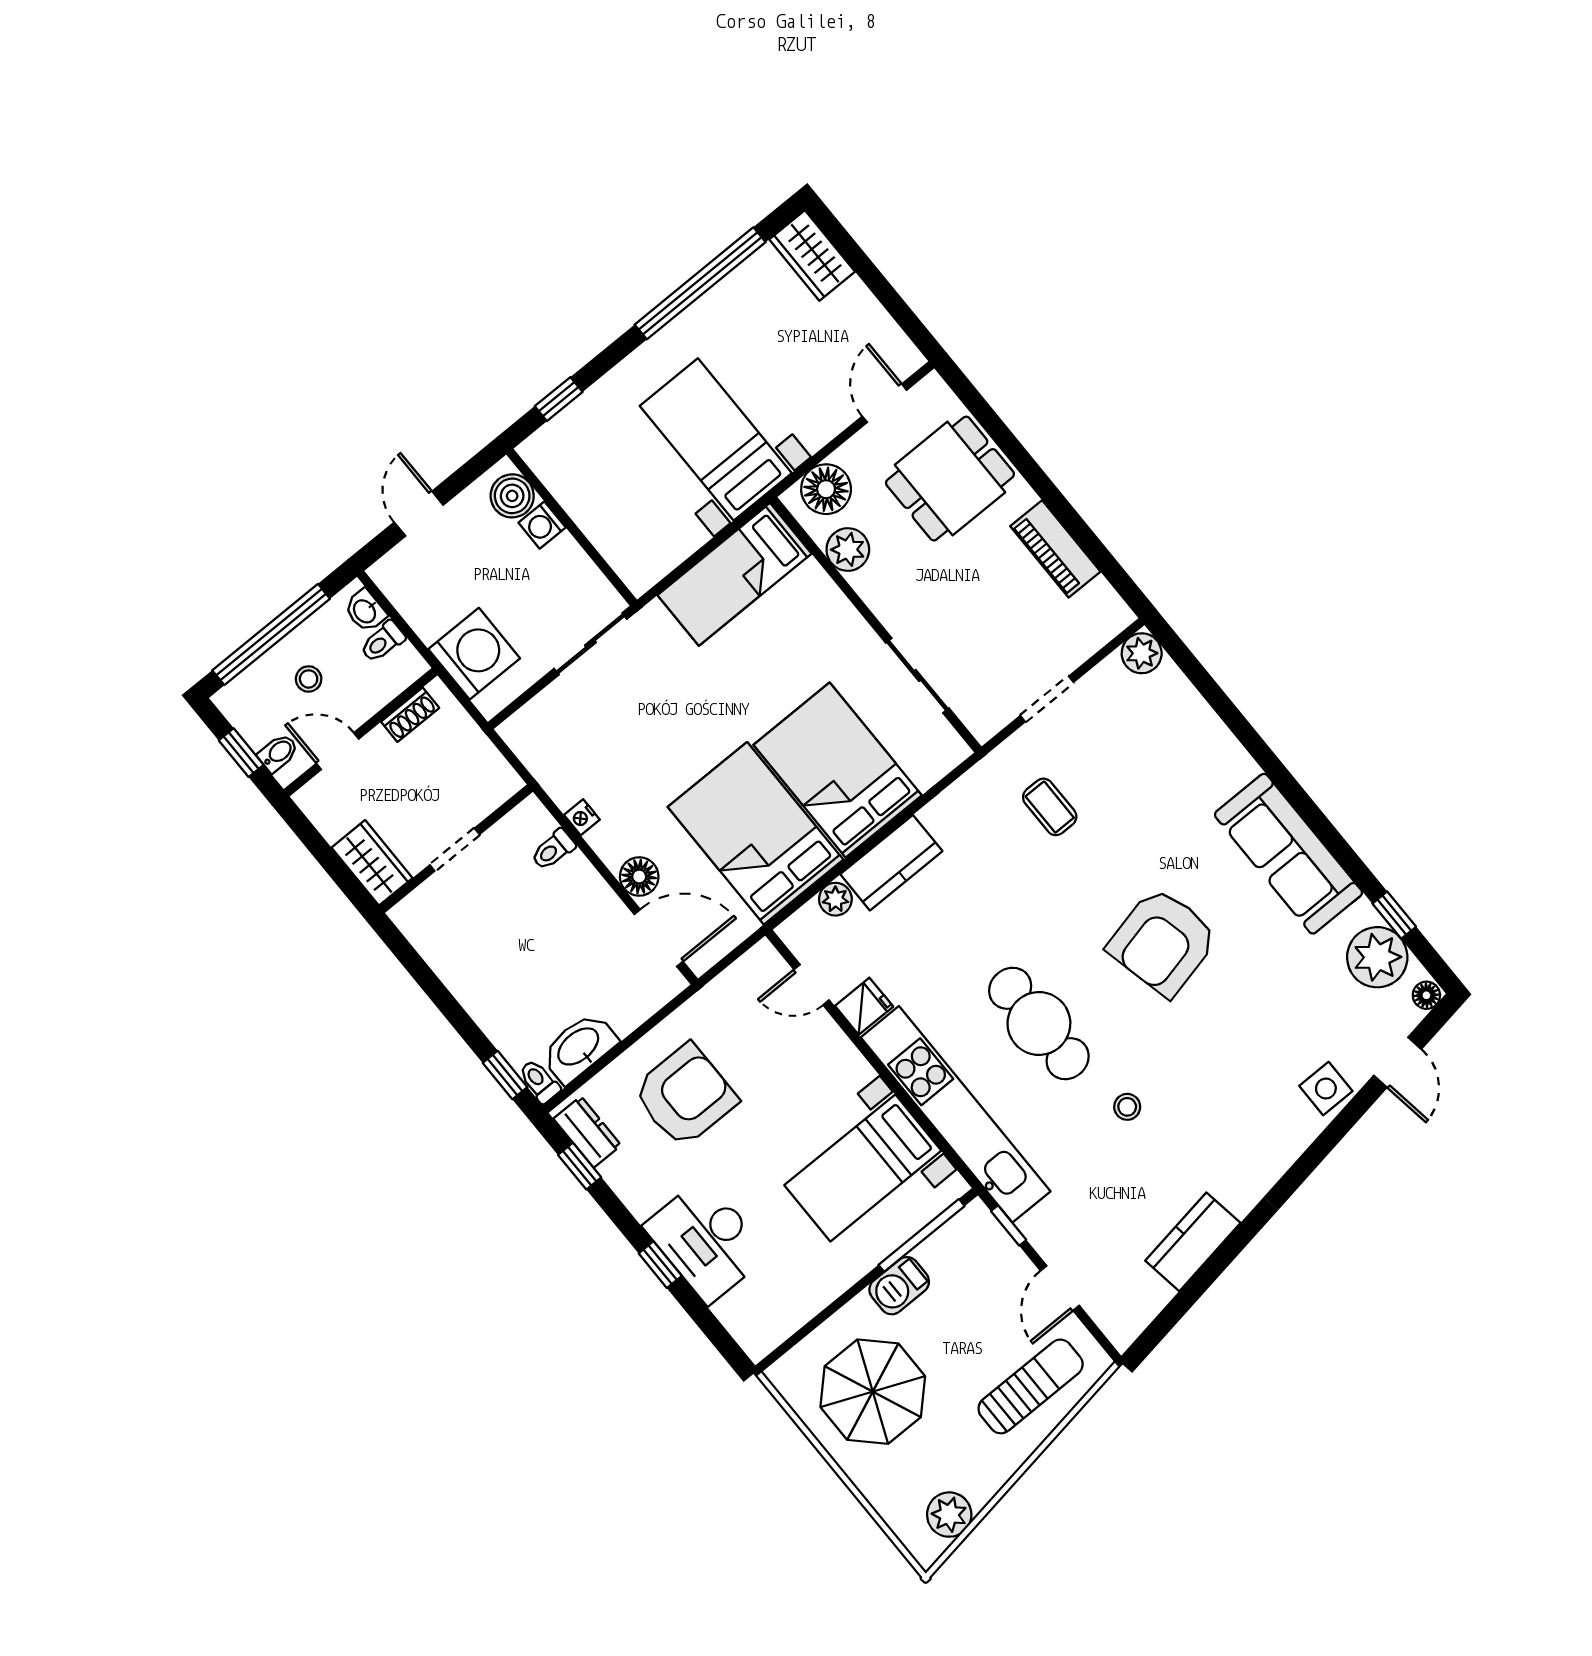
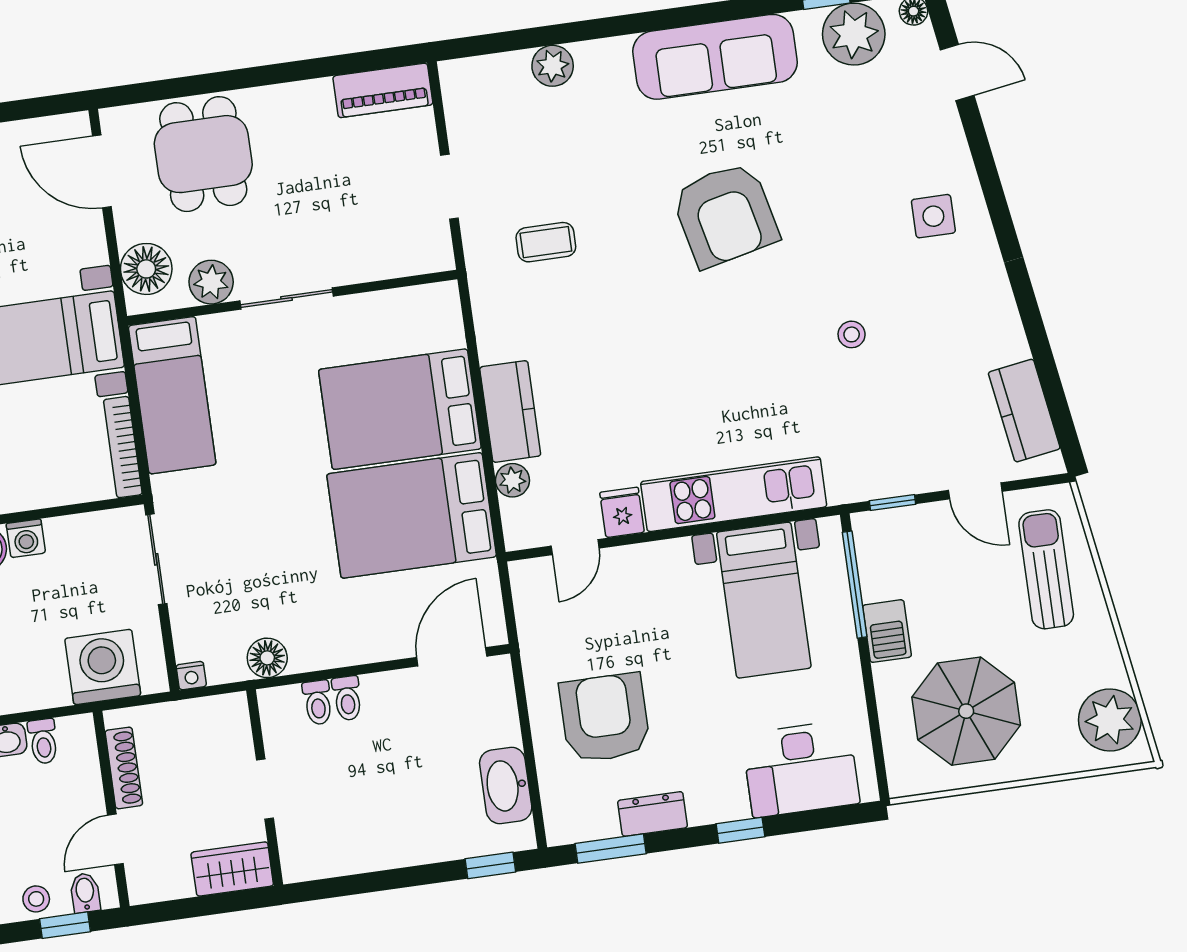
door: (884, 403) -> (102, 171), width x1.38
piano: (1055, 549) -> (383, 90), moved
bookcase: (667, 560) -> (123, 447), added
plant: (1142, 653) -> (553, 66), moved
sliding door: (917, 675) -> (286, 298), moved
stool: (309, 679) -> (36, 899), moved
shoe rack: (410, 715) -> (124, 768), width x1.43
nightstand: (582, 817) -> (191, 676), moved
floor lamp: (639, 877) -> (267, 658), moved
cafe table: (1039, 1023) -> (731, 368), removed
toilet: (539, 1081) -> (347, 698), moved, turned -90
side table: (1326, 1089) -> (933, 216), moved
kitchen unit: (956, 1114) -> (734, 494), width x0.73
dresser: (587, 1132) -> (653, 814), moved
window: (580, 1166) -> (611, 849), width x1.50
desk: (706, 1240) -> (801, 769), moved
kitchen counter: (1193, 1242) -> (1024, 411), moved
plant: (949, 1515) -> (1110, 720), width x1.36, depth x1.36

